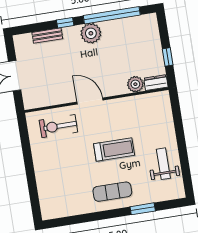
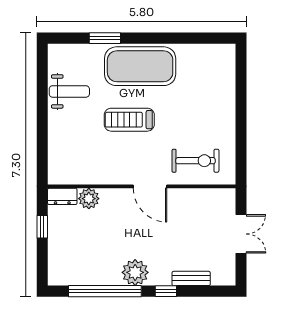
weight bench: (163, 164) -> (69, 91), turned -90
exercise mat: (112, 192) -> (140, 66), width x2.00, depth x1.45

